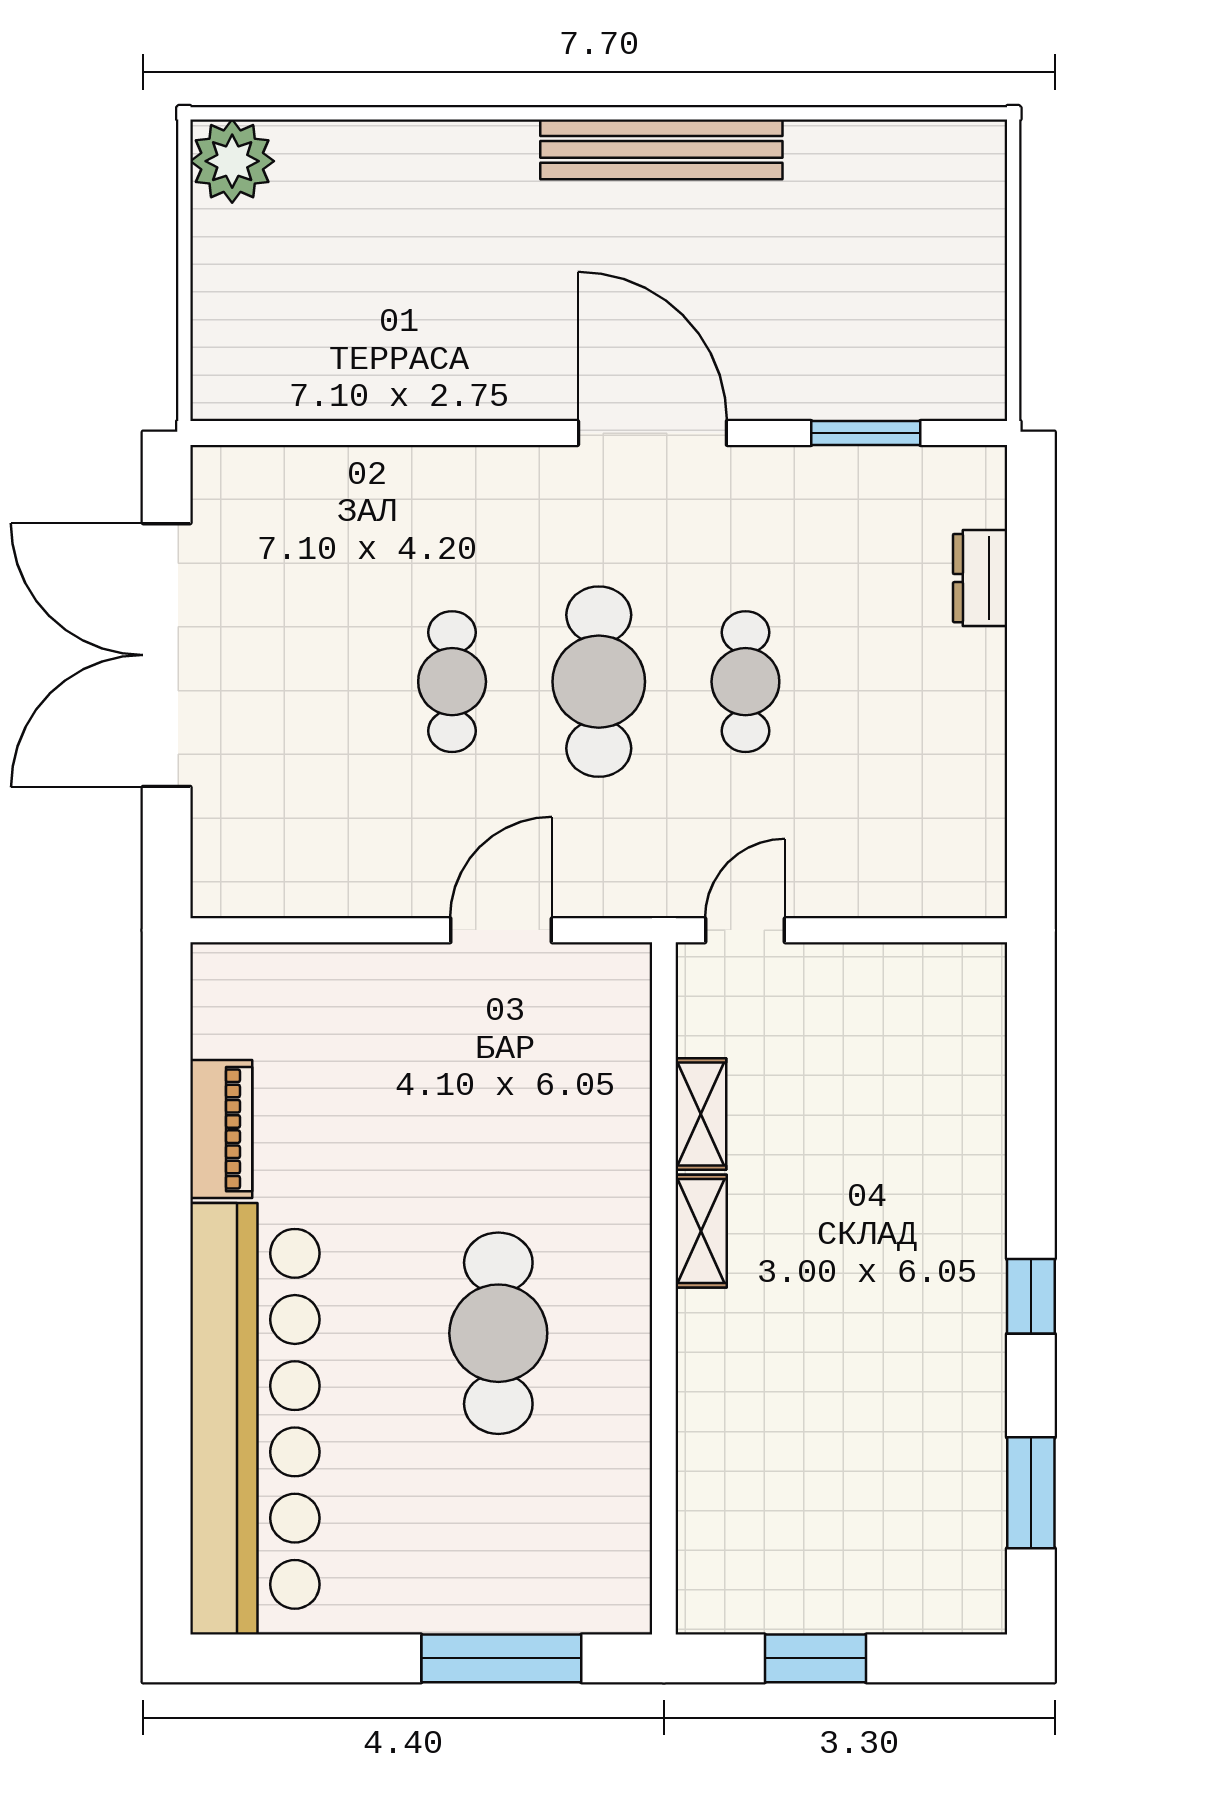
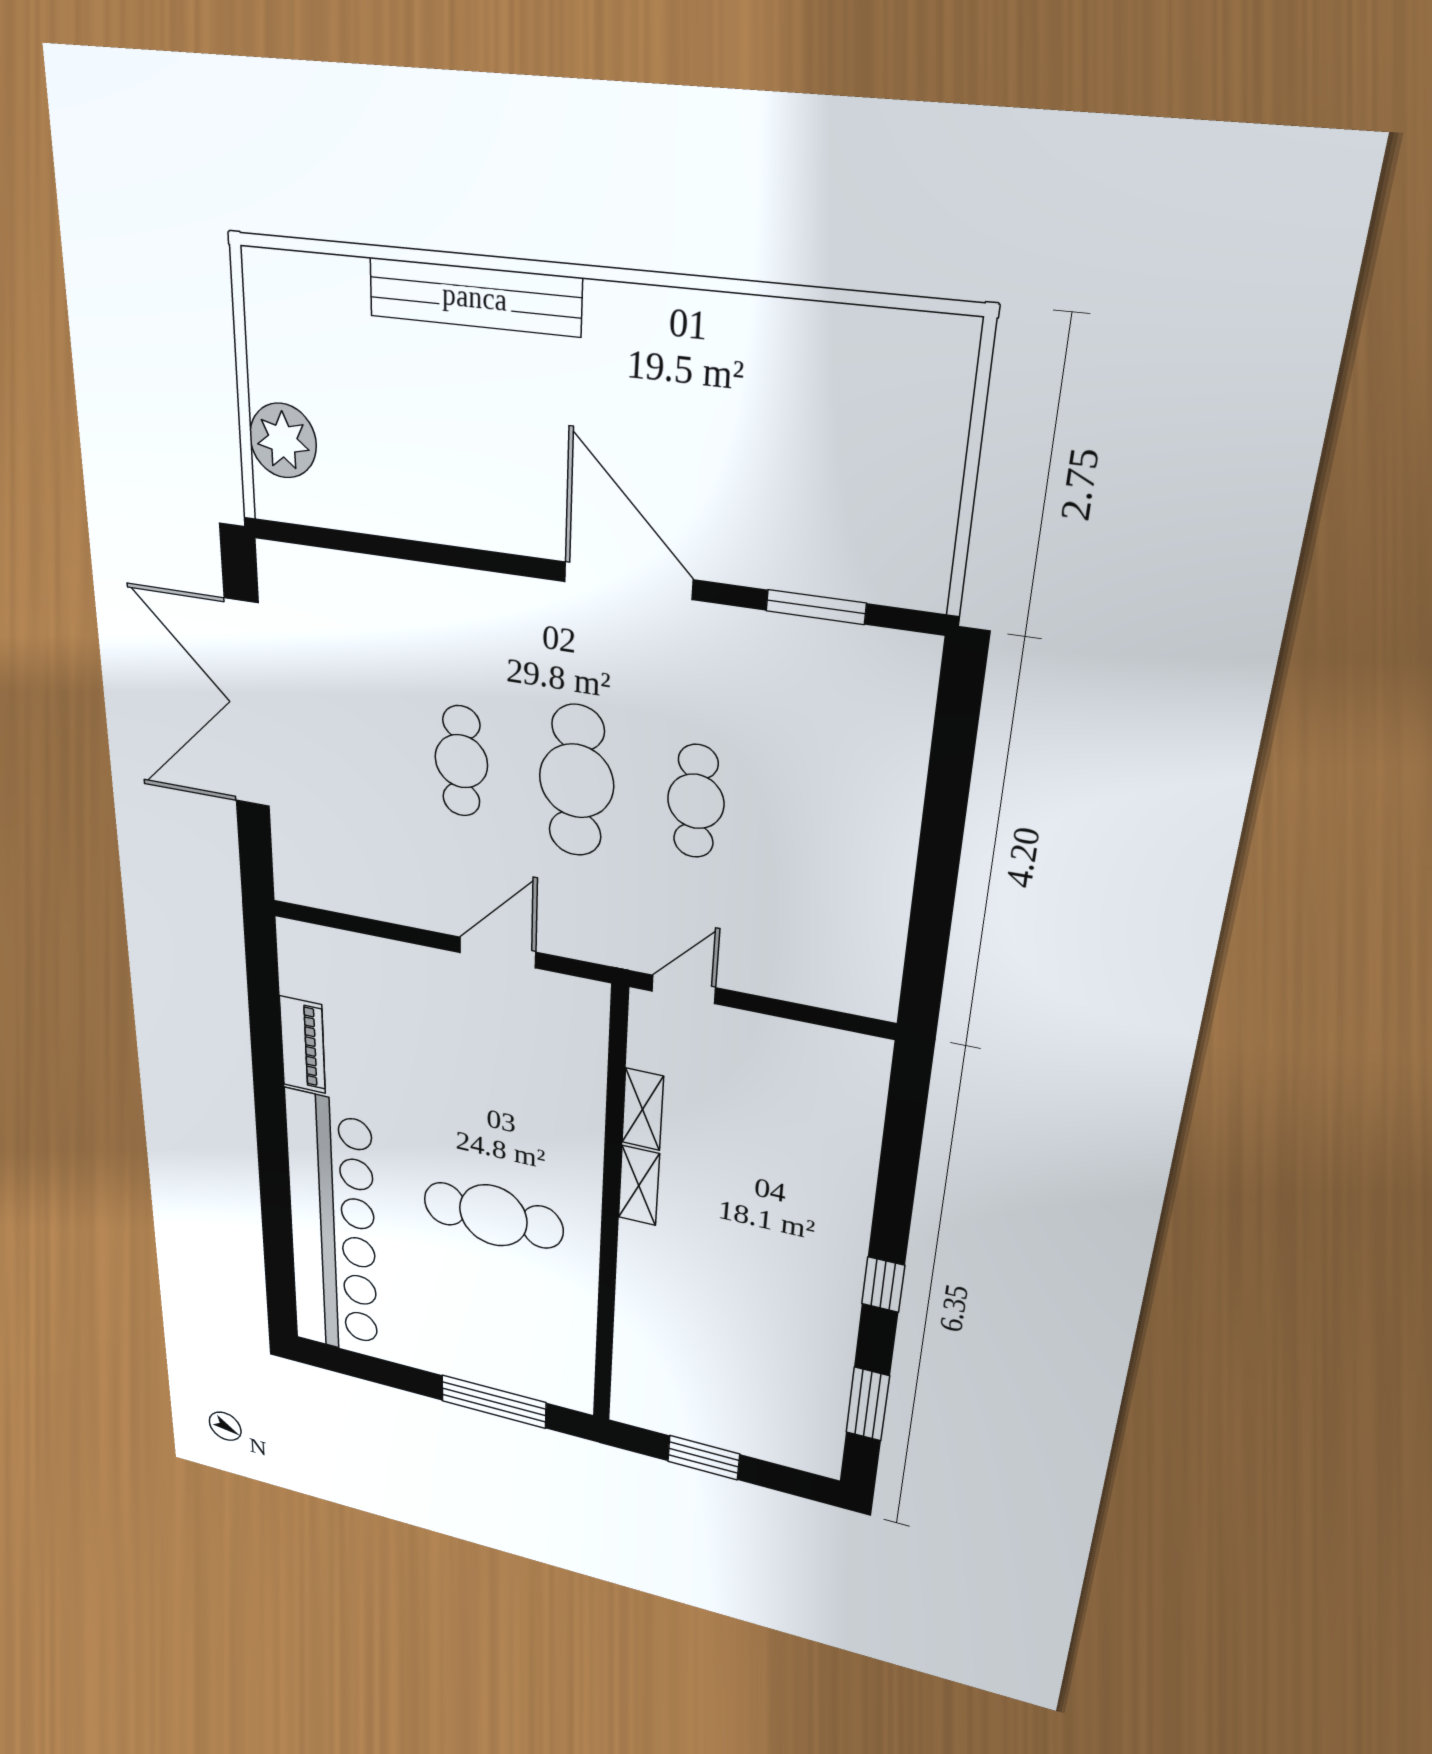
bench: (661, 149) -> (475, 297), moved
plant: (232, 161) -> (283, 441), moved
dresser: (980, 578) -> (906, 749), removed
cafe table: (498, 1333) -> (493, 1215), turned 90

